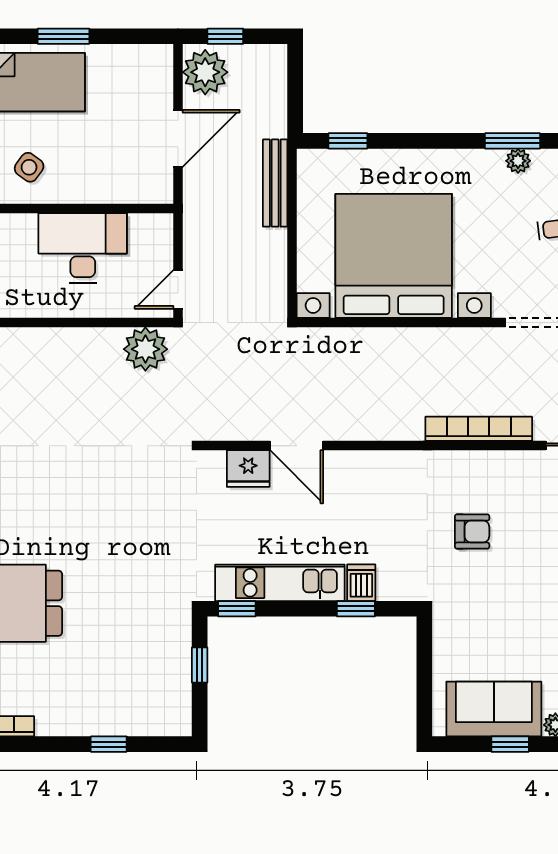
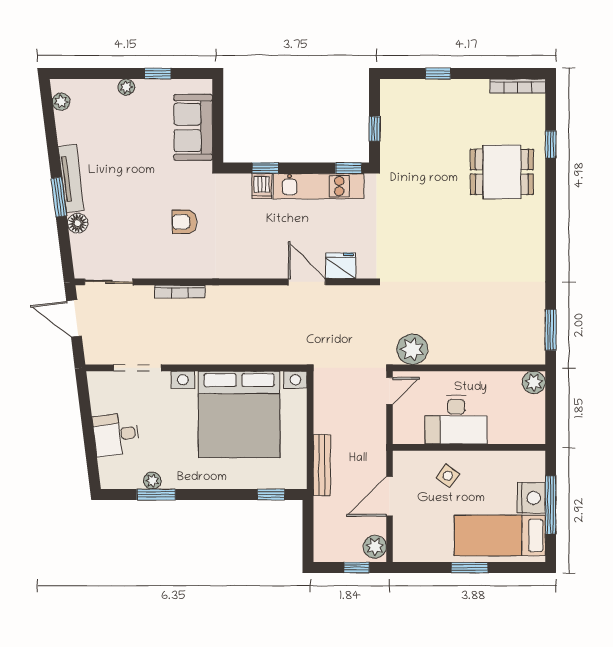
plant: (205, 72) -> (375, 547), width x0.73, depth x0.73
side table: (29, 167) -> (448, 476), moved
bookcase: (479, 429) -> (180, 292), width x0.68, depth x0.76
sofa: (494, 709) -> (193, 127), moved, turned 90

